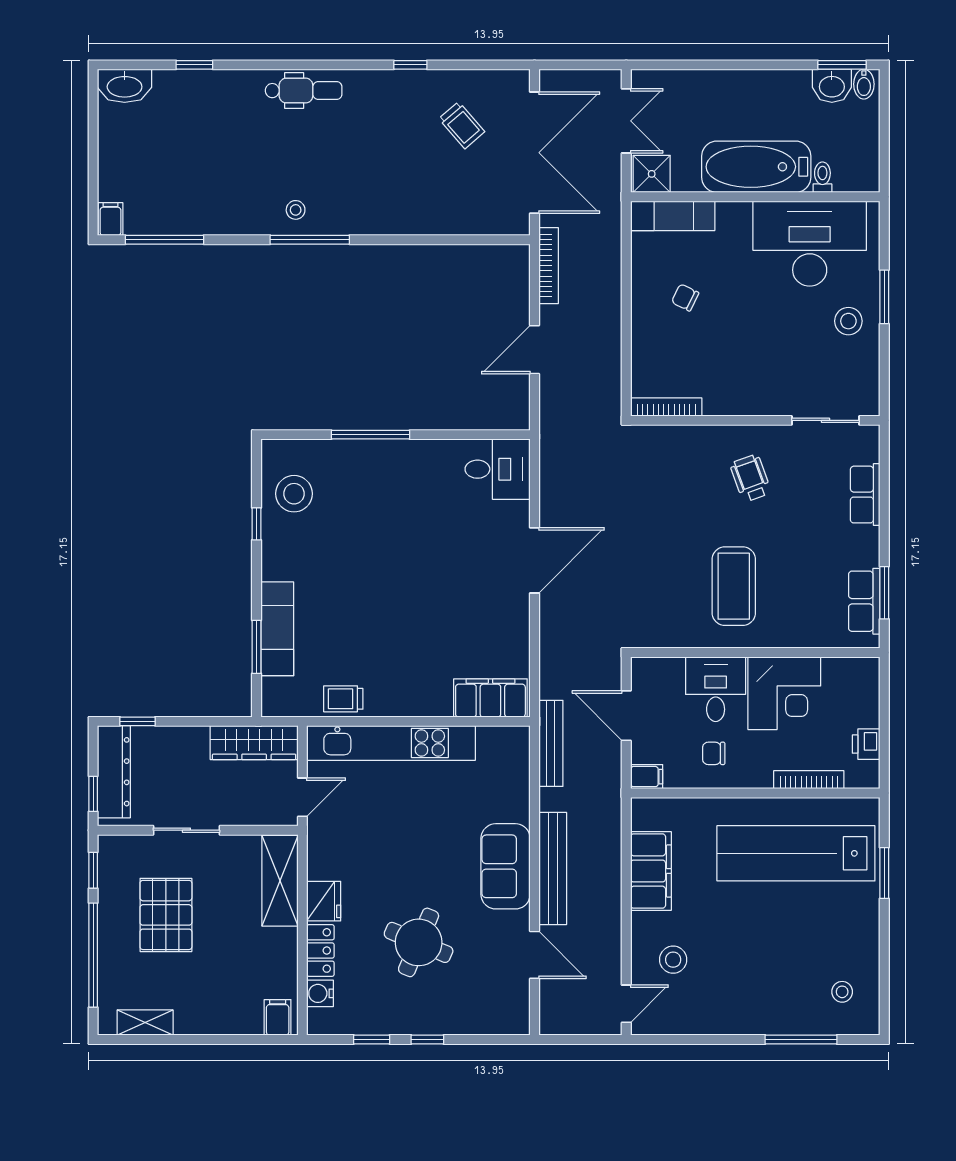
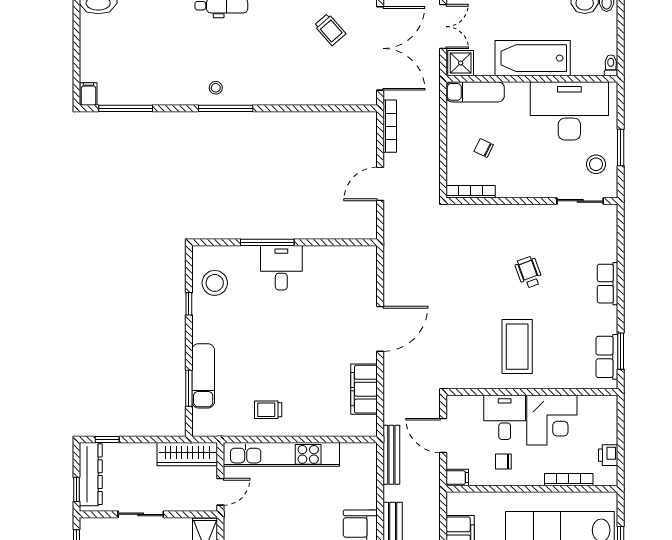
toilet: (822, 177) -> (611, 65), moved
bookcase: (666, 407) -> (471, 192), moved
wall: (755, 420) -> (532, 201), moved
sliding door: (825, 420) -> (580, 201), moved
desk: (498, 469) -> (281, 268), moved, turned -90
filing cabinet: (490, 698) -> (364, 389), moved, turned -90
trolley: (343, 699) -> (268, 410), moved

